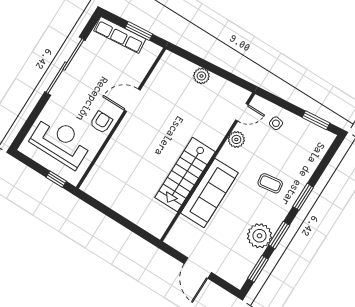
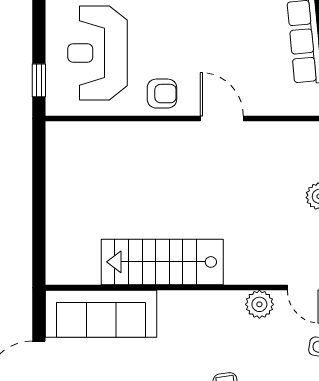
reception desk: (61, 142) -> (97, 53), turned 180
sofa: (209, 193) -> (101, 314), moved

